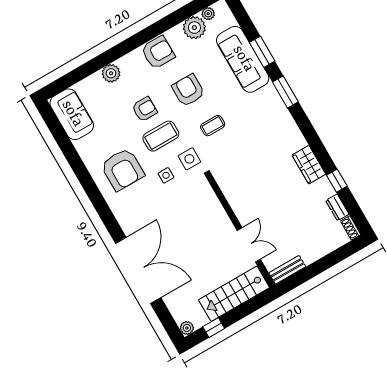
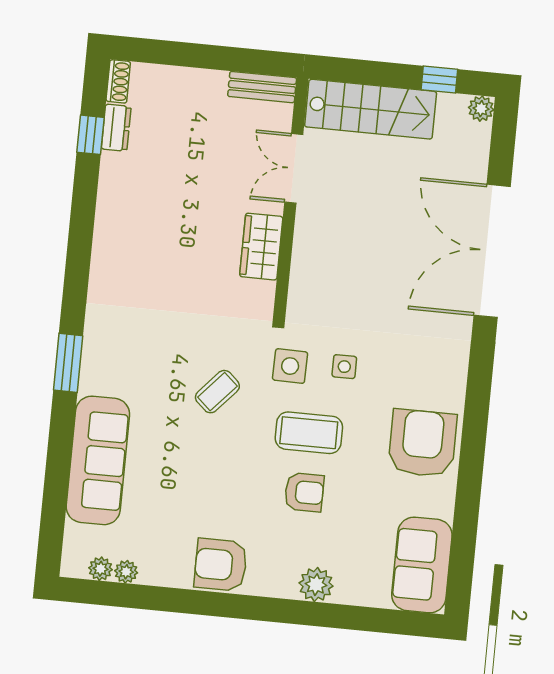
plant: (194, 28) -> (126, 572), width x0.53, depth x0.53
window: (262, 52) -> (60, 450), removed
armchair: (188, 90) -> (216, 473), removed
armchair: (145, 109) -> (304, 492), turned 180
coffee table: (213, 126) -> (217, 392), turned -48
wardrobe: (309, 165) -> (261, 247), moved, turned 180
armchair: (122, 169) -> (422, 443), moved
window: (337, 181) -> (91, 135), moved

